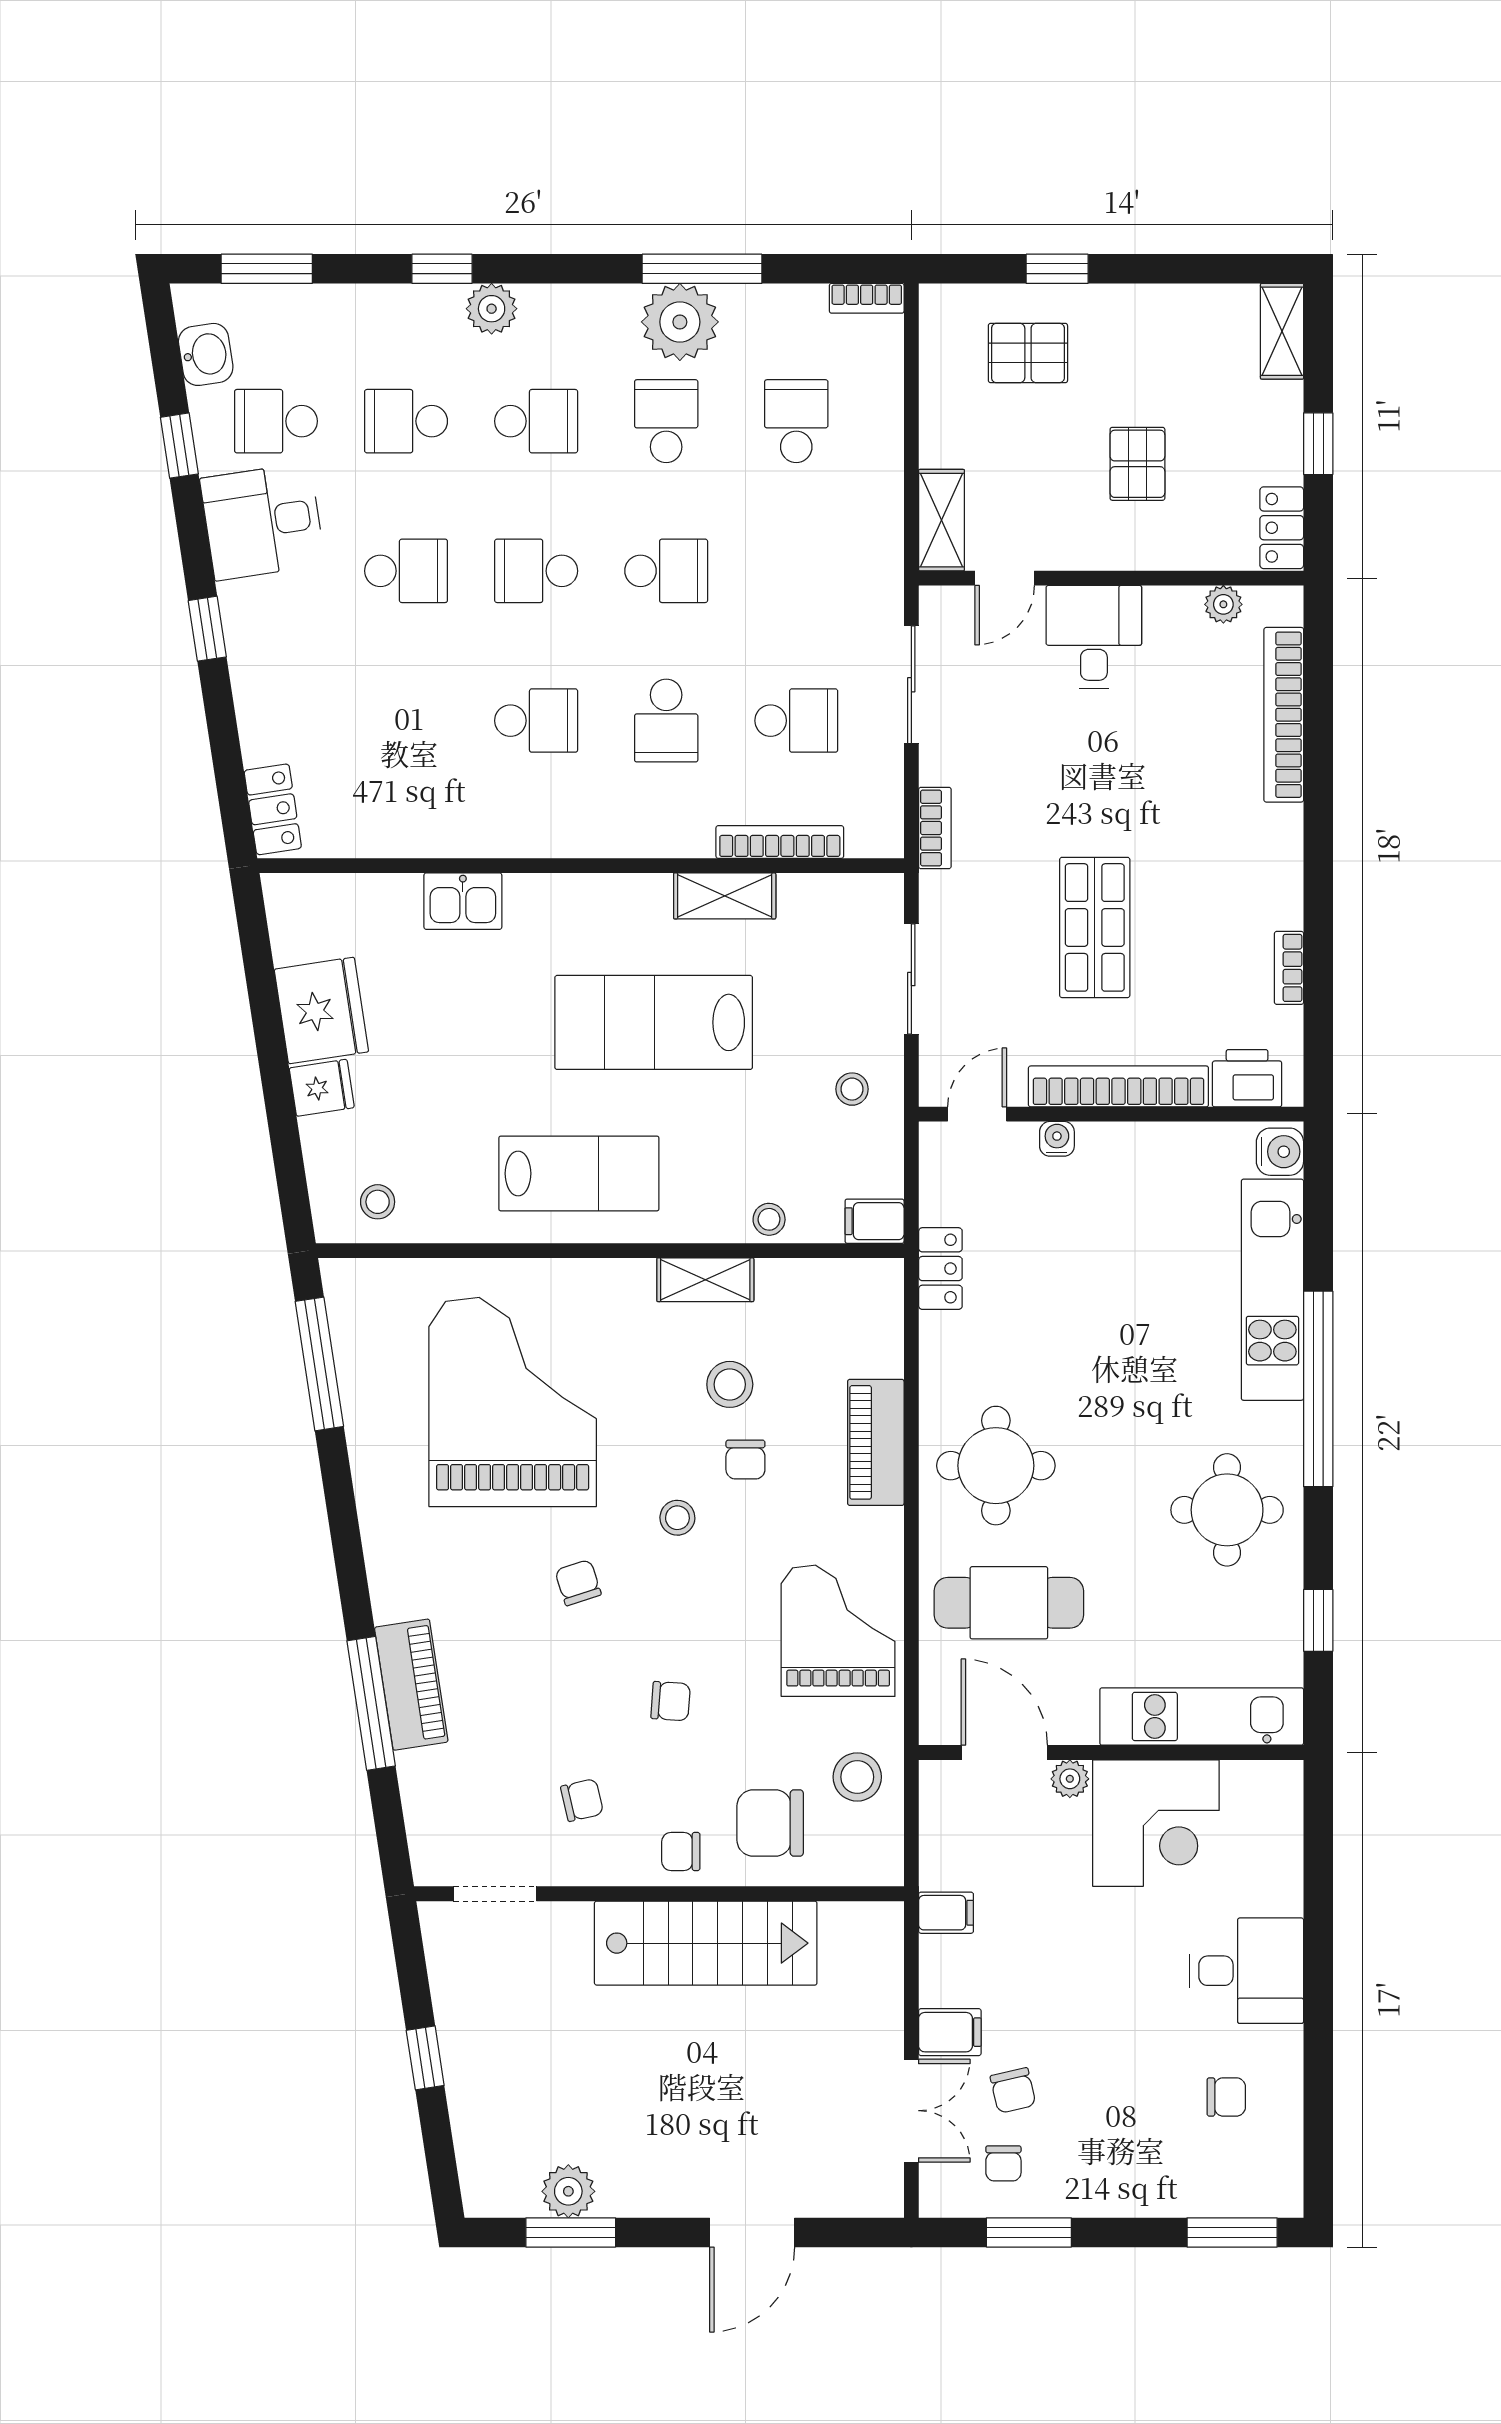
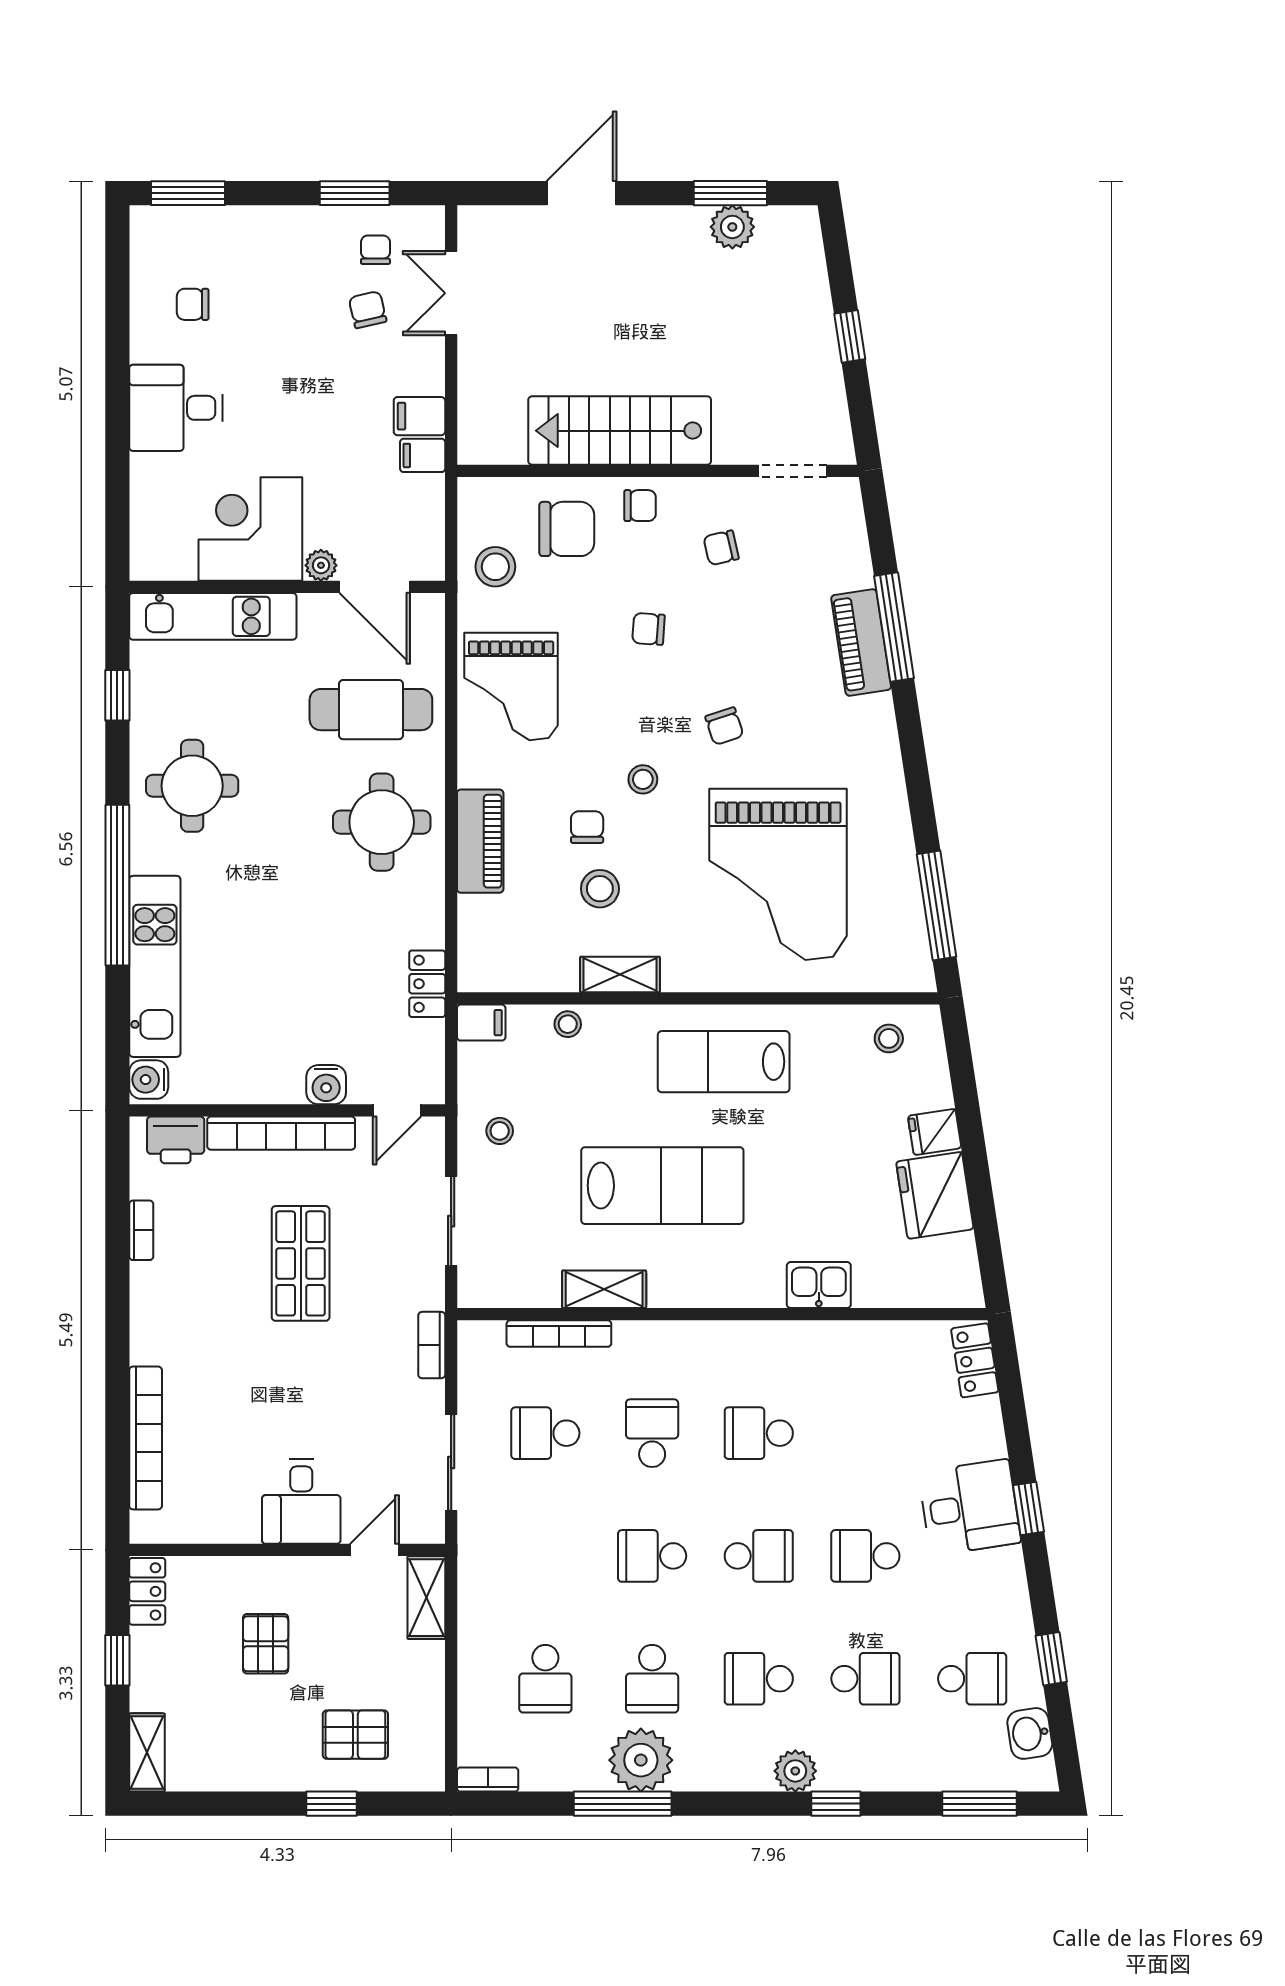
desk: (263, 521) -> (970, 1507), moved
plant: (1223, 604) -> (195, 1528), removed
water cooler: (1057, 1139) -> (326, 1085), width x1.38, depth x1.38
filing cabinet: (950, 2032) -> (419, 416), moved

